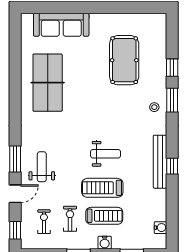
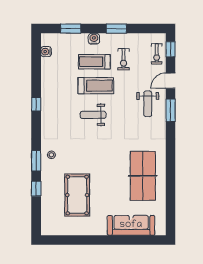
bench: (160, 162) -> (46, 108), removed
exercise bike: (44, 222) -> (157, 54), moved

